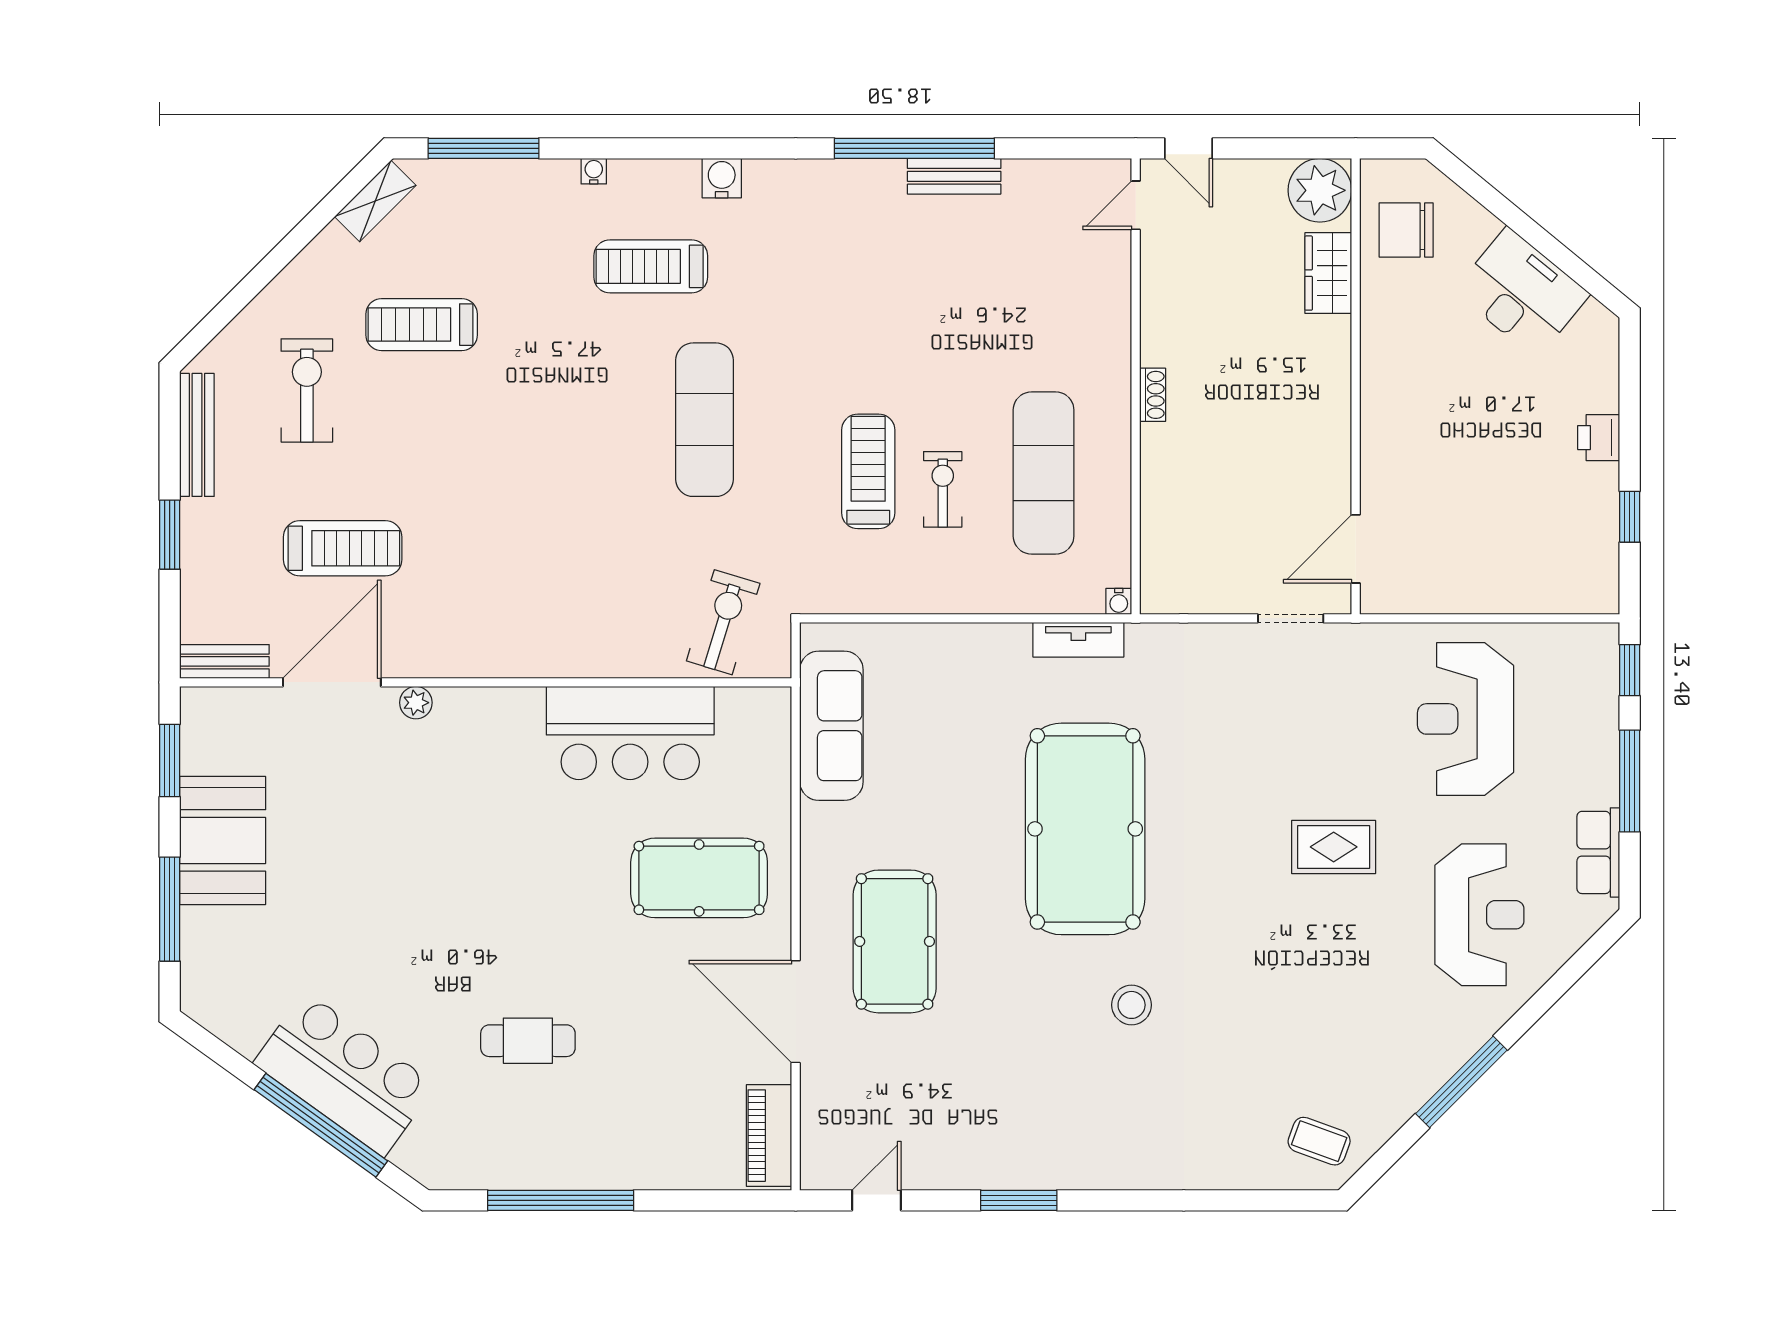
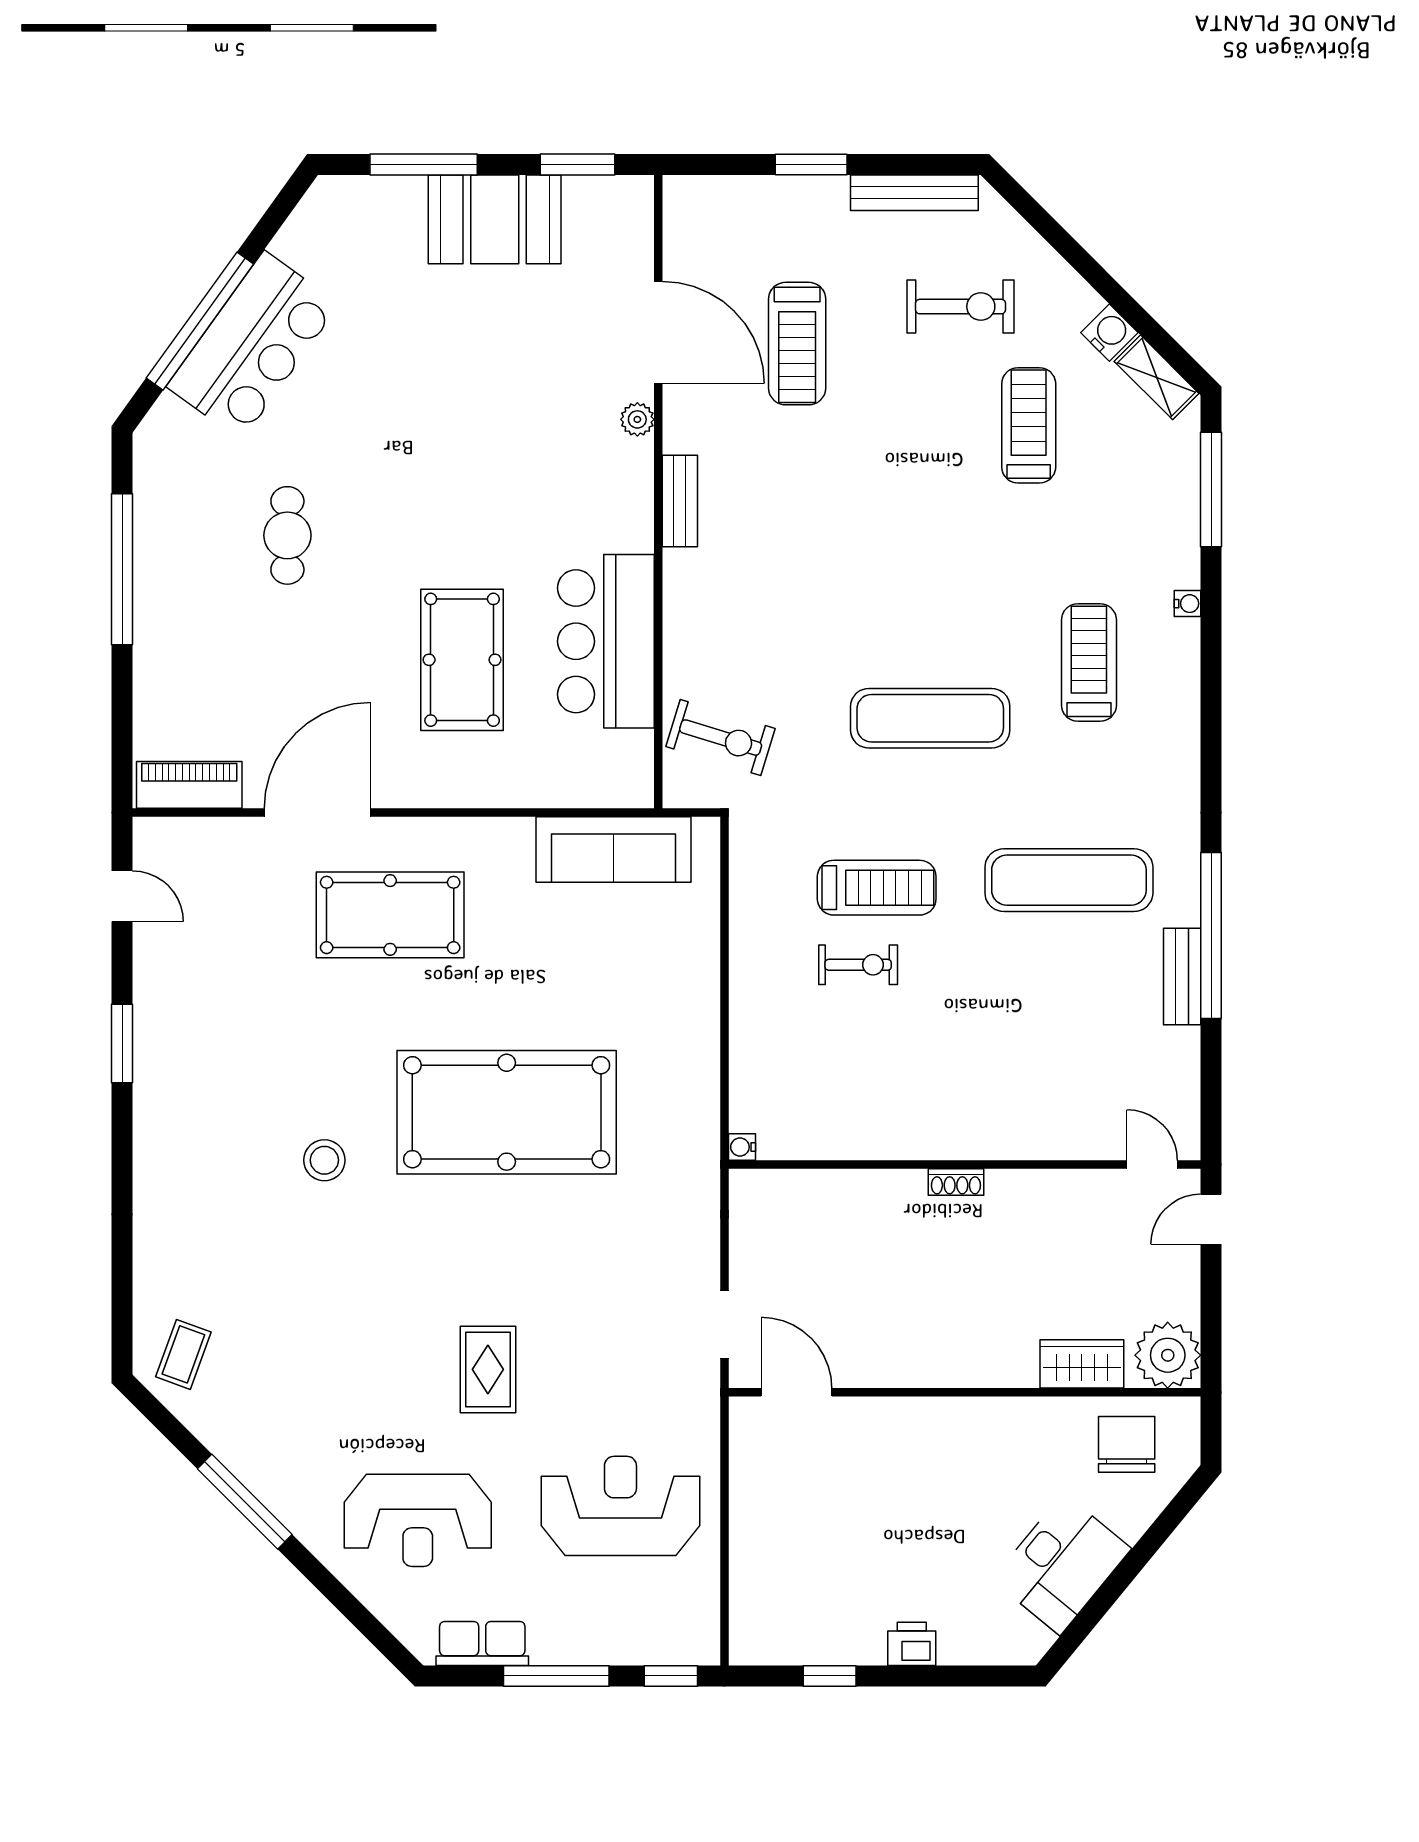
water cooler: (722, 178) -> (1109, 333), moved, turned -45
exercise mat: (1044, 473) -> (1069, 880), moved
tv unit: (1078, 640) -> (702, 1105), removed
bench: (225, 661) -> (680, 501), moved
pool table: (699, 878) -> (462, 660), moved

